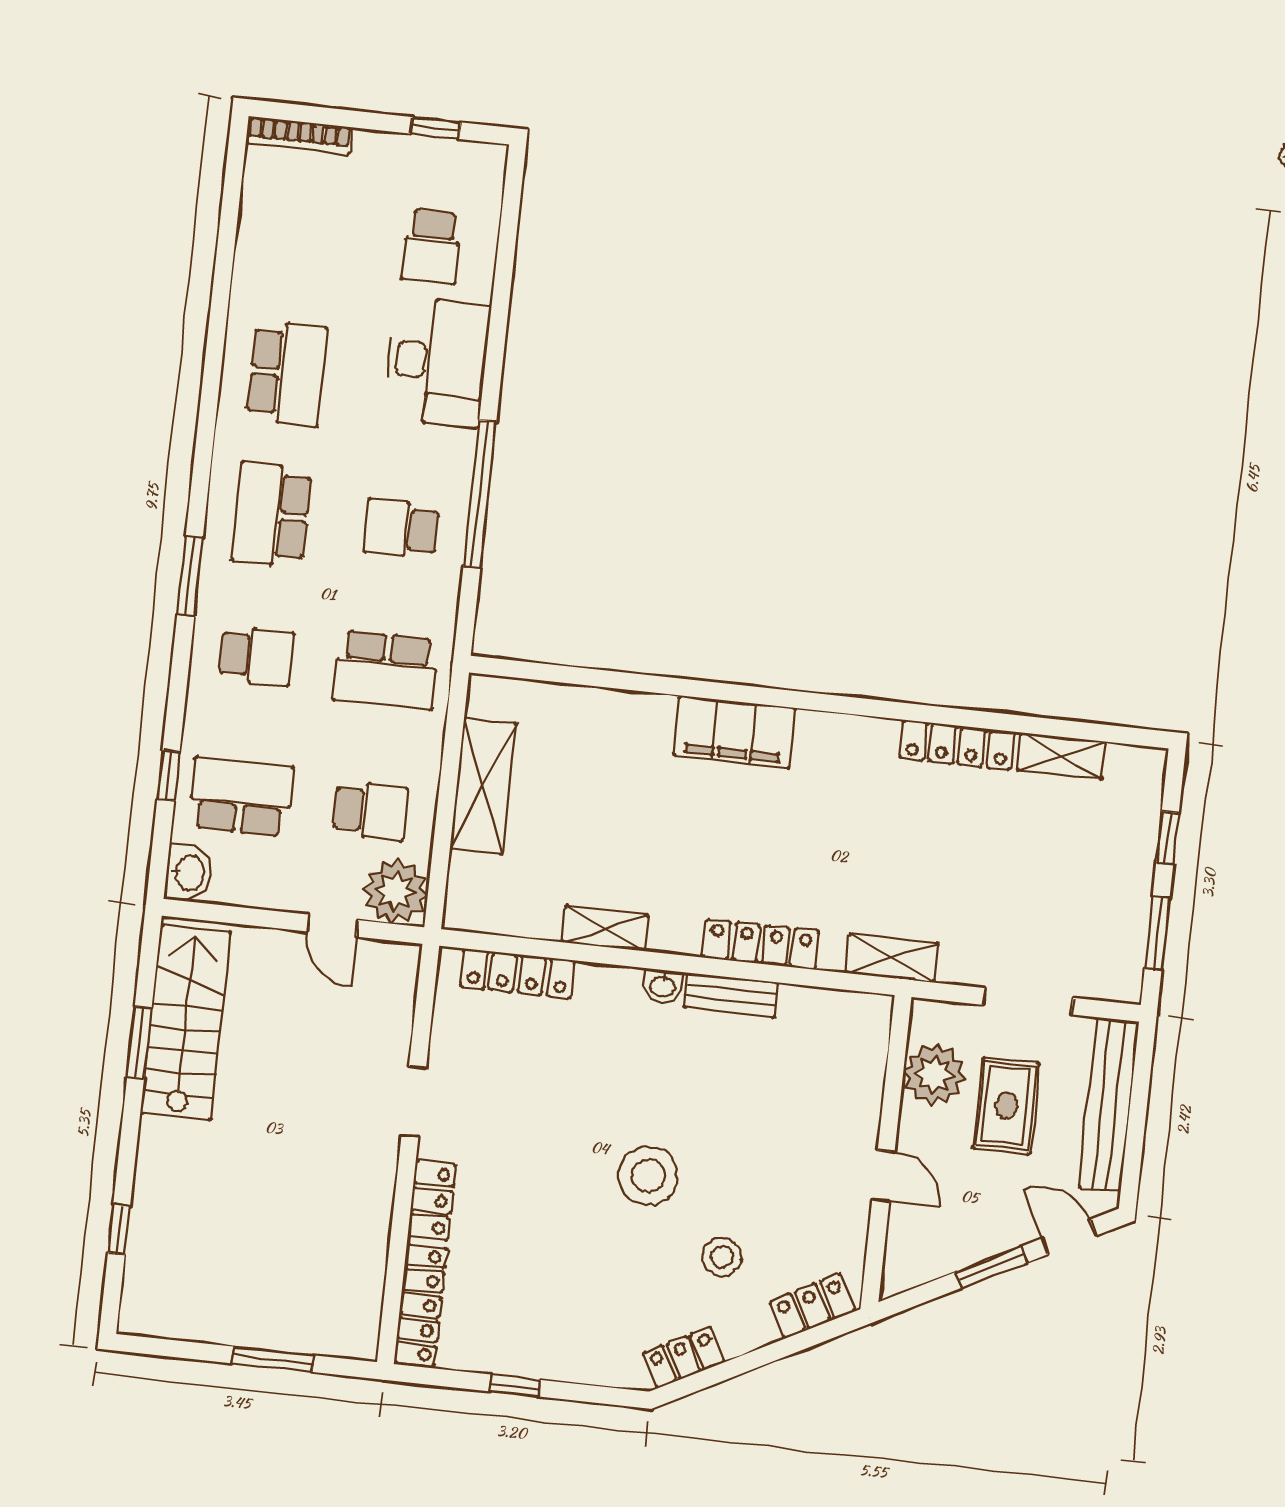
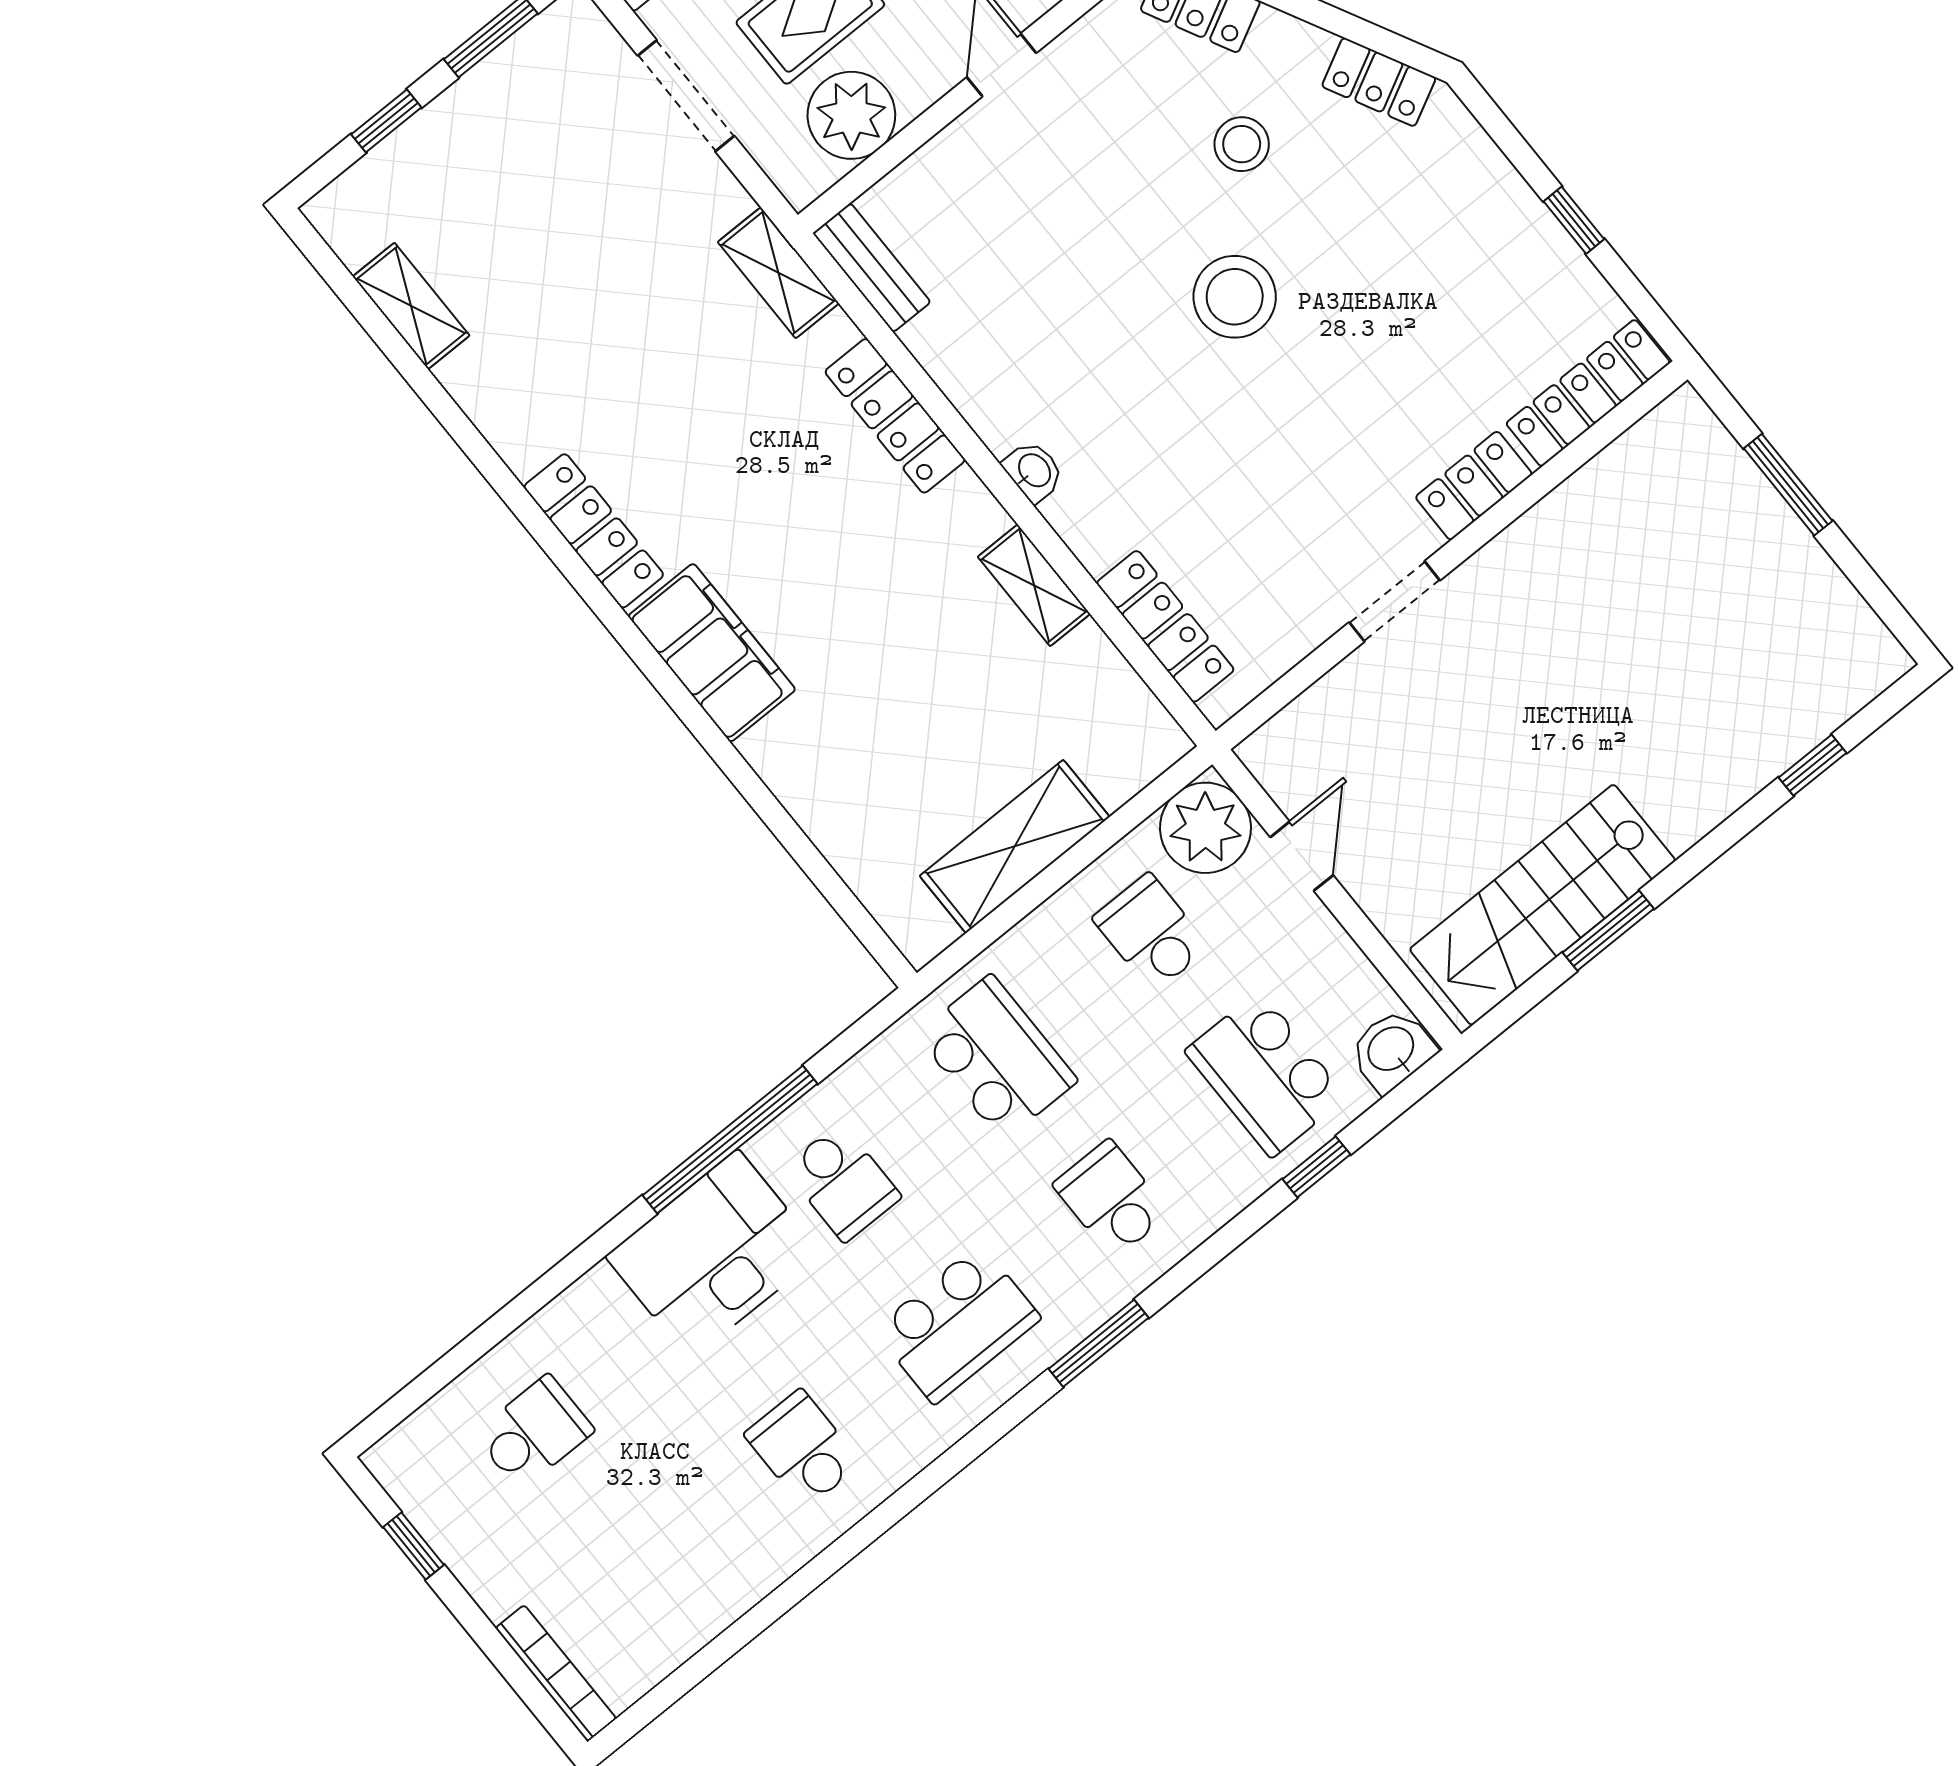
desk: (437, 362) -> (714, 1255), moved
school desk: (287, 374) -> (803, 1449), width x0.54
locker: (957, 745) -> (594, 531), moved
bench: (731, 995) -> (872, 268), moved

